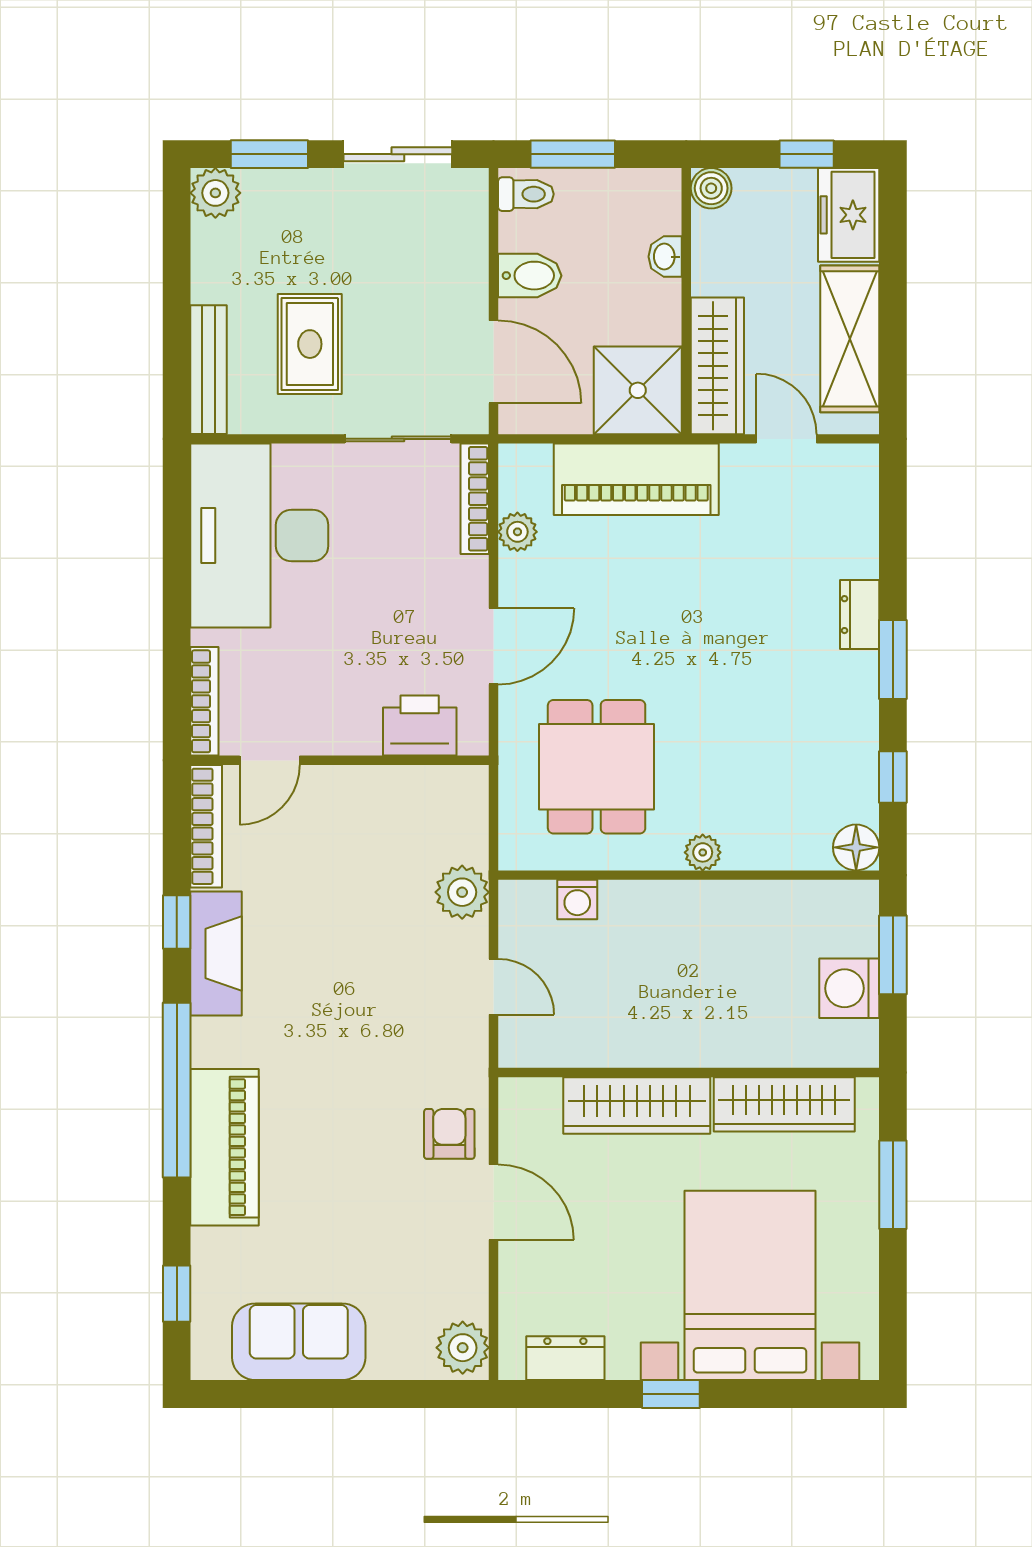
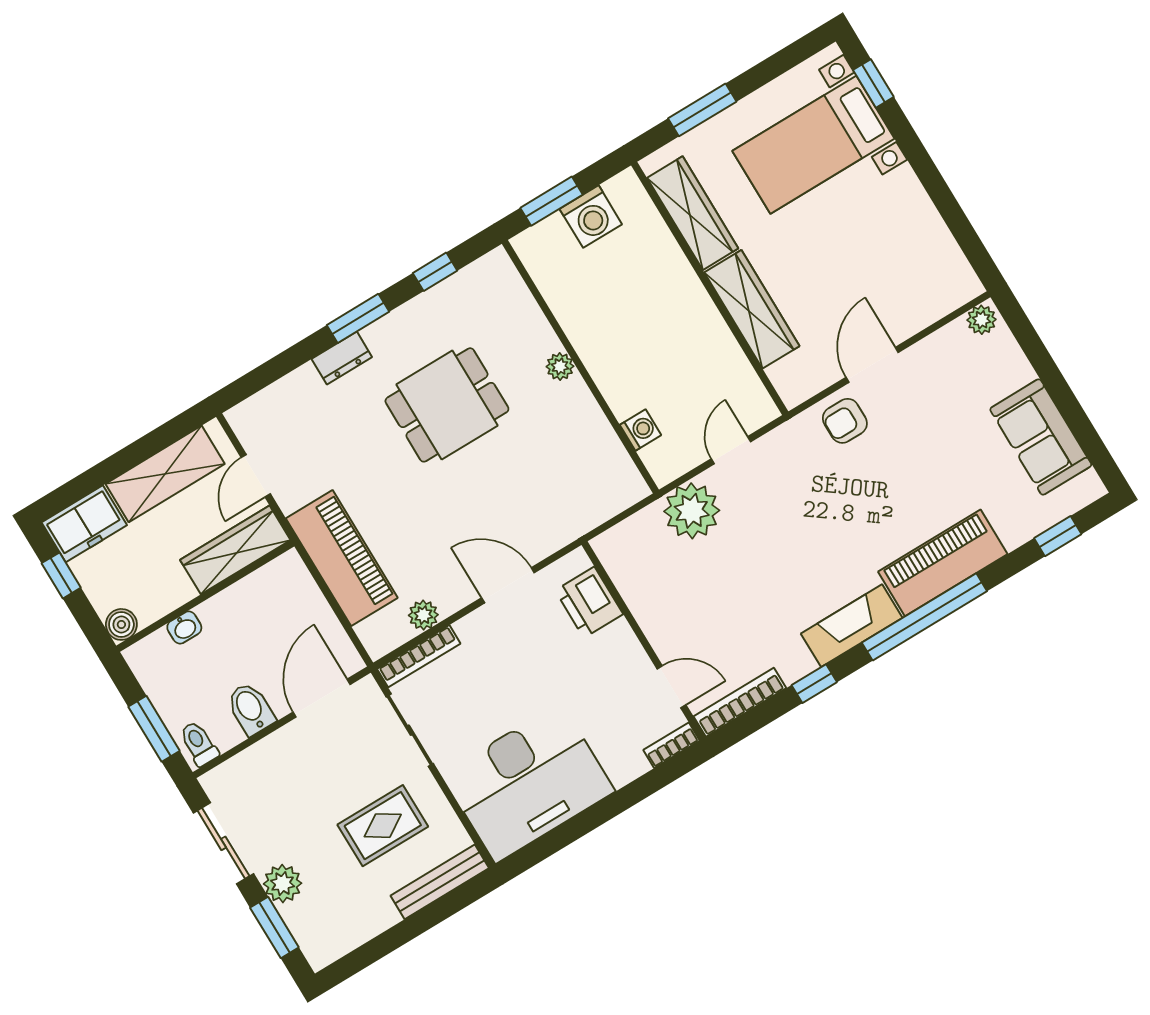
plant: (215, 193) -> (283, 884), moved
shower: (638, 390) -> (283, 592), removed
bookcase: (204, 701) -> (671, 745), width x0.64
dining table: (597, 767) -> (447, 405), moved
floor lamp: (856, 847) -> (496, 268), removed
plant: (462, 892) -> (692, 511), width x1.36, depth x1.36
fireplace: (216, 954) -> (852, 626), moved
bed with nightstands: (750, 1285) -> (813, 145), width x0.73
plant: (463, 1348) -> (982, 320), width x0.73, depth x0.73
dresser: (565, 1358) -> (946, 256), removed
window: (671, 1394) -> (873, 83), moved

